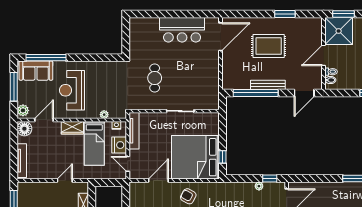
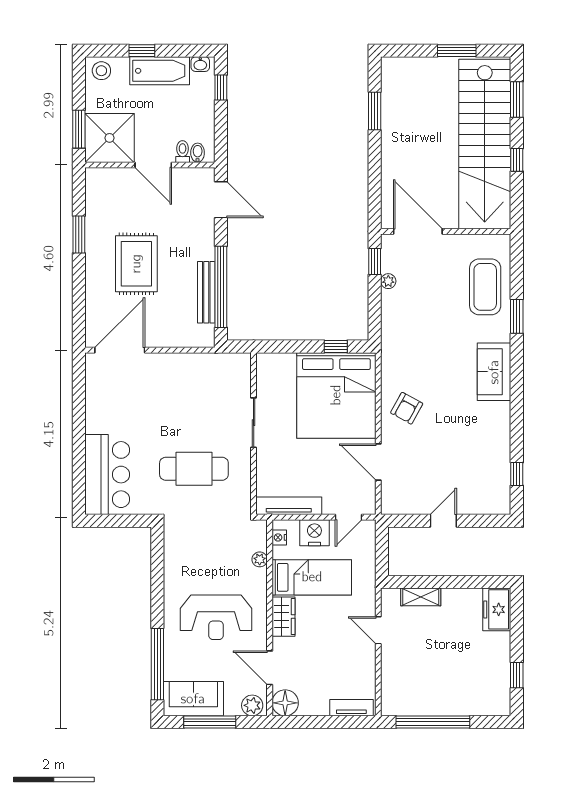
bar counter: (182, 30) -> (107, 475), moved
door: (221, 37) -> (120, 350), hinge flipped
sofa: (36, 71) -> (193, 699), moved, turned -90
cafe table: (155, 78) -> (194, 469), width x1.37, depth x1.35
bench: (268, 85) -> (206, 292), moved
tv unit: (22, 161) -> (351, 708), width x0.71

